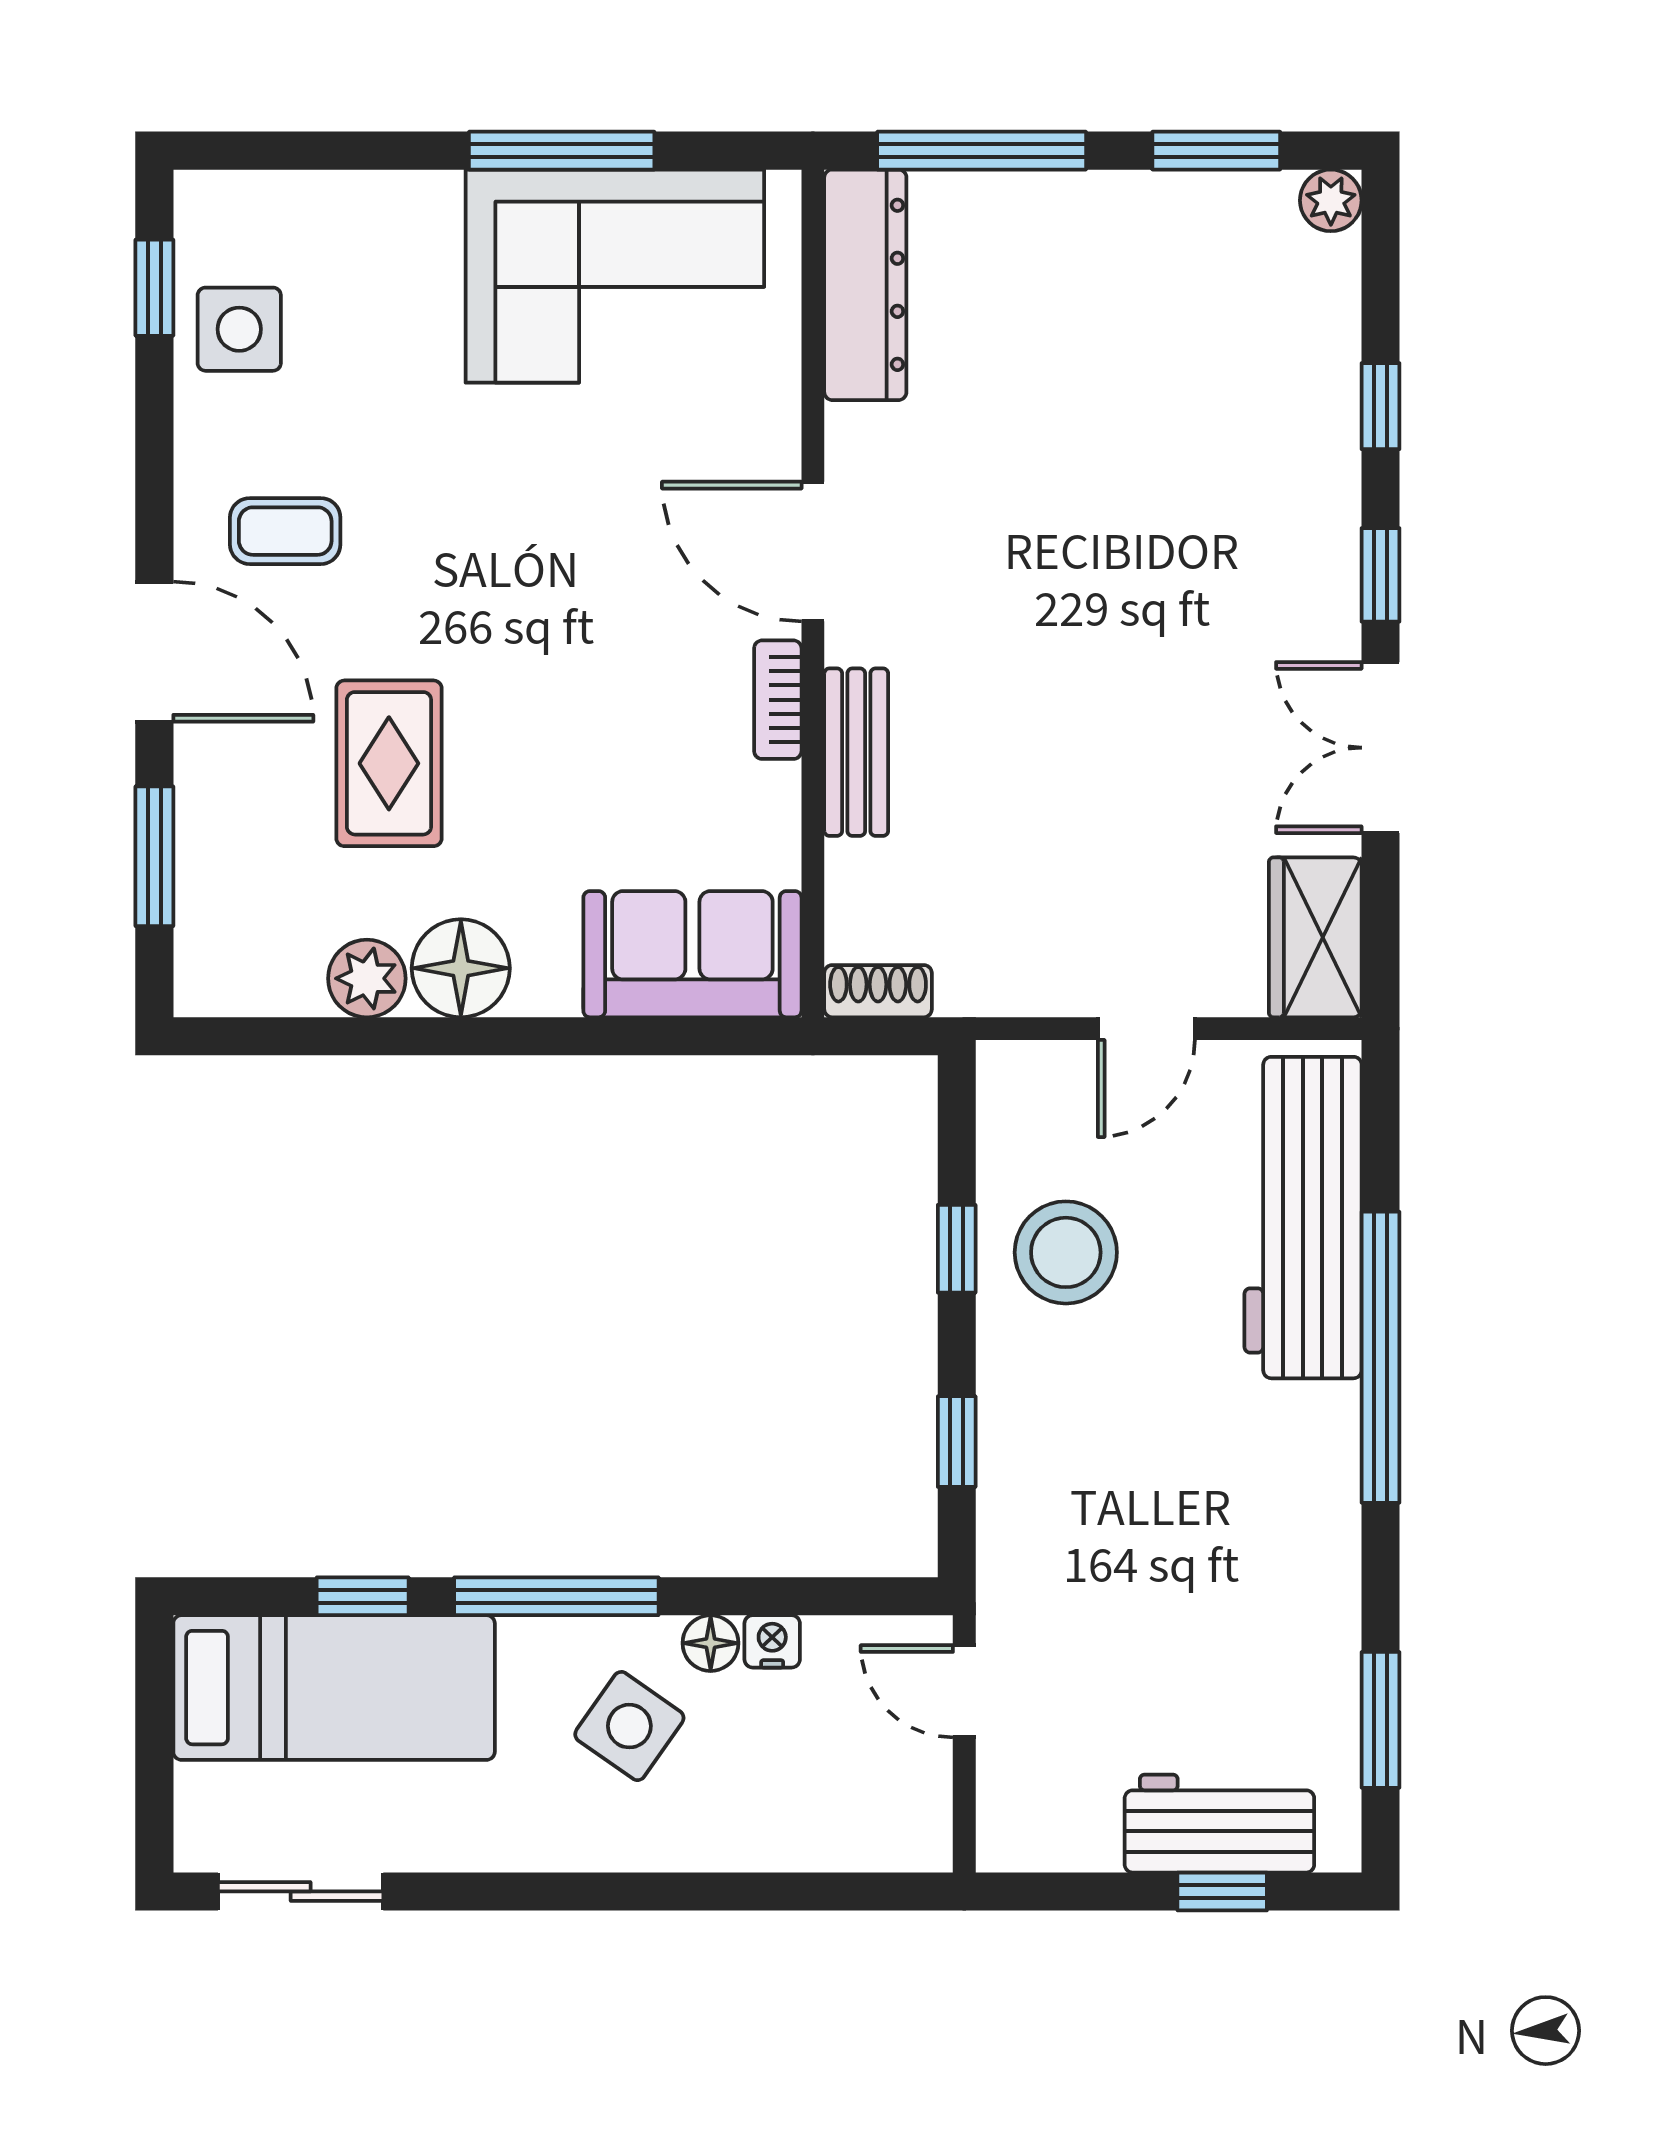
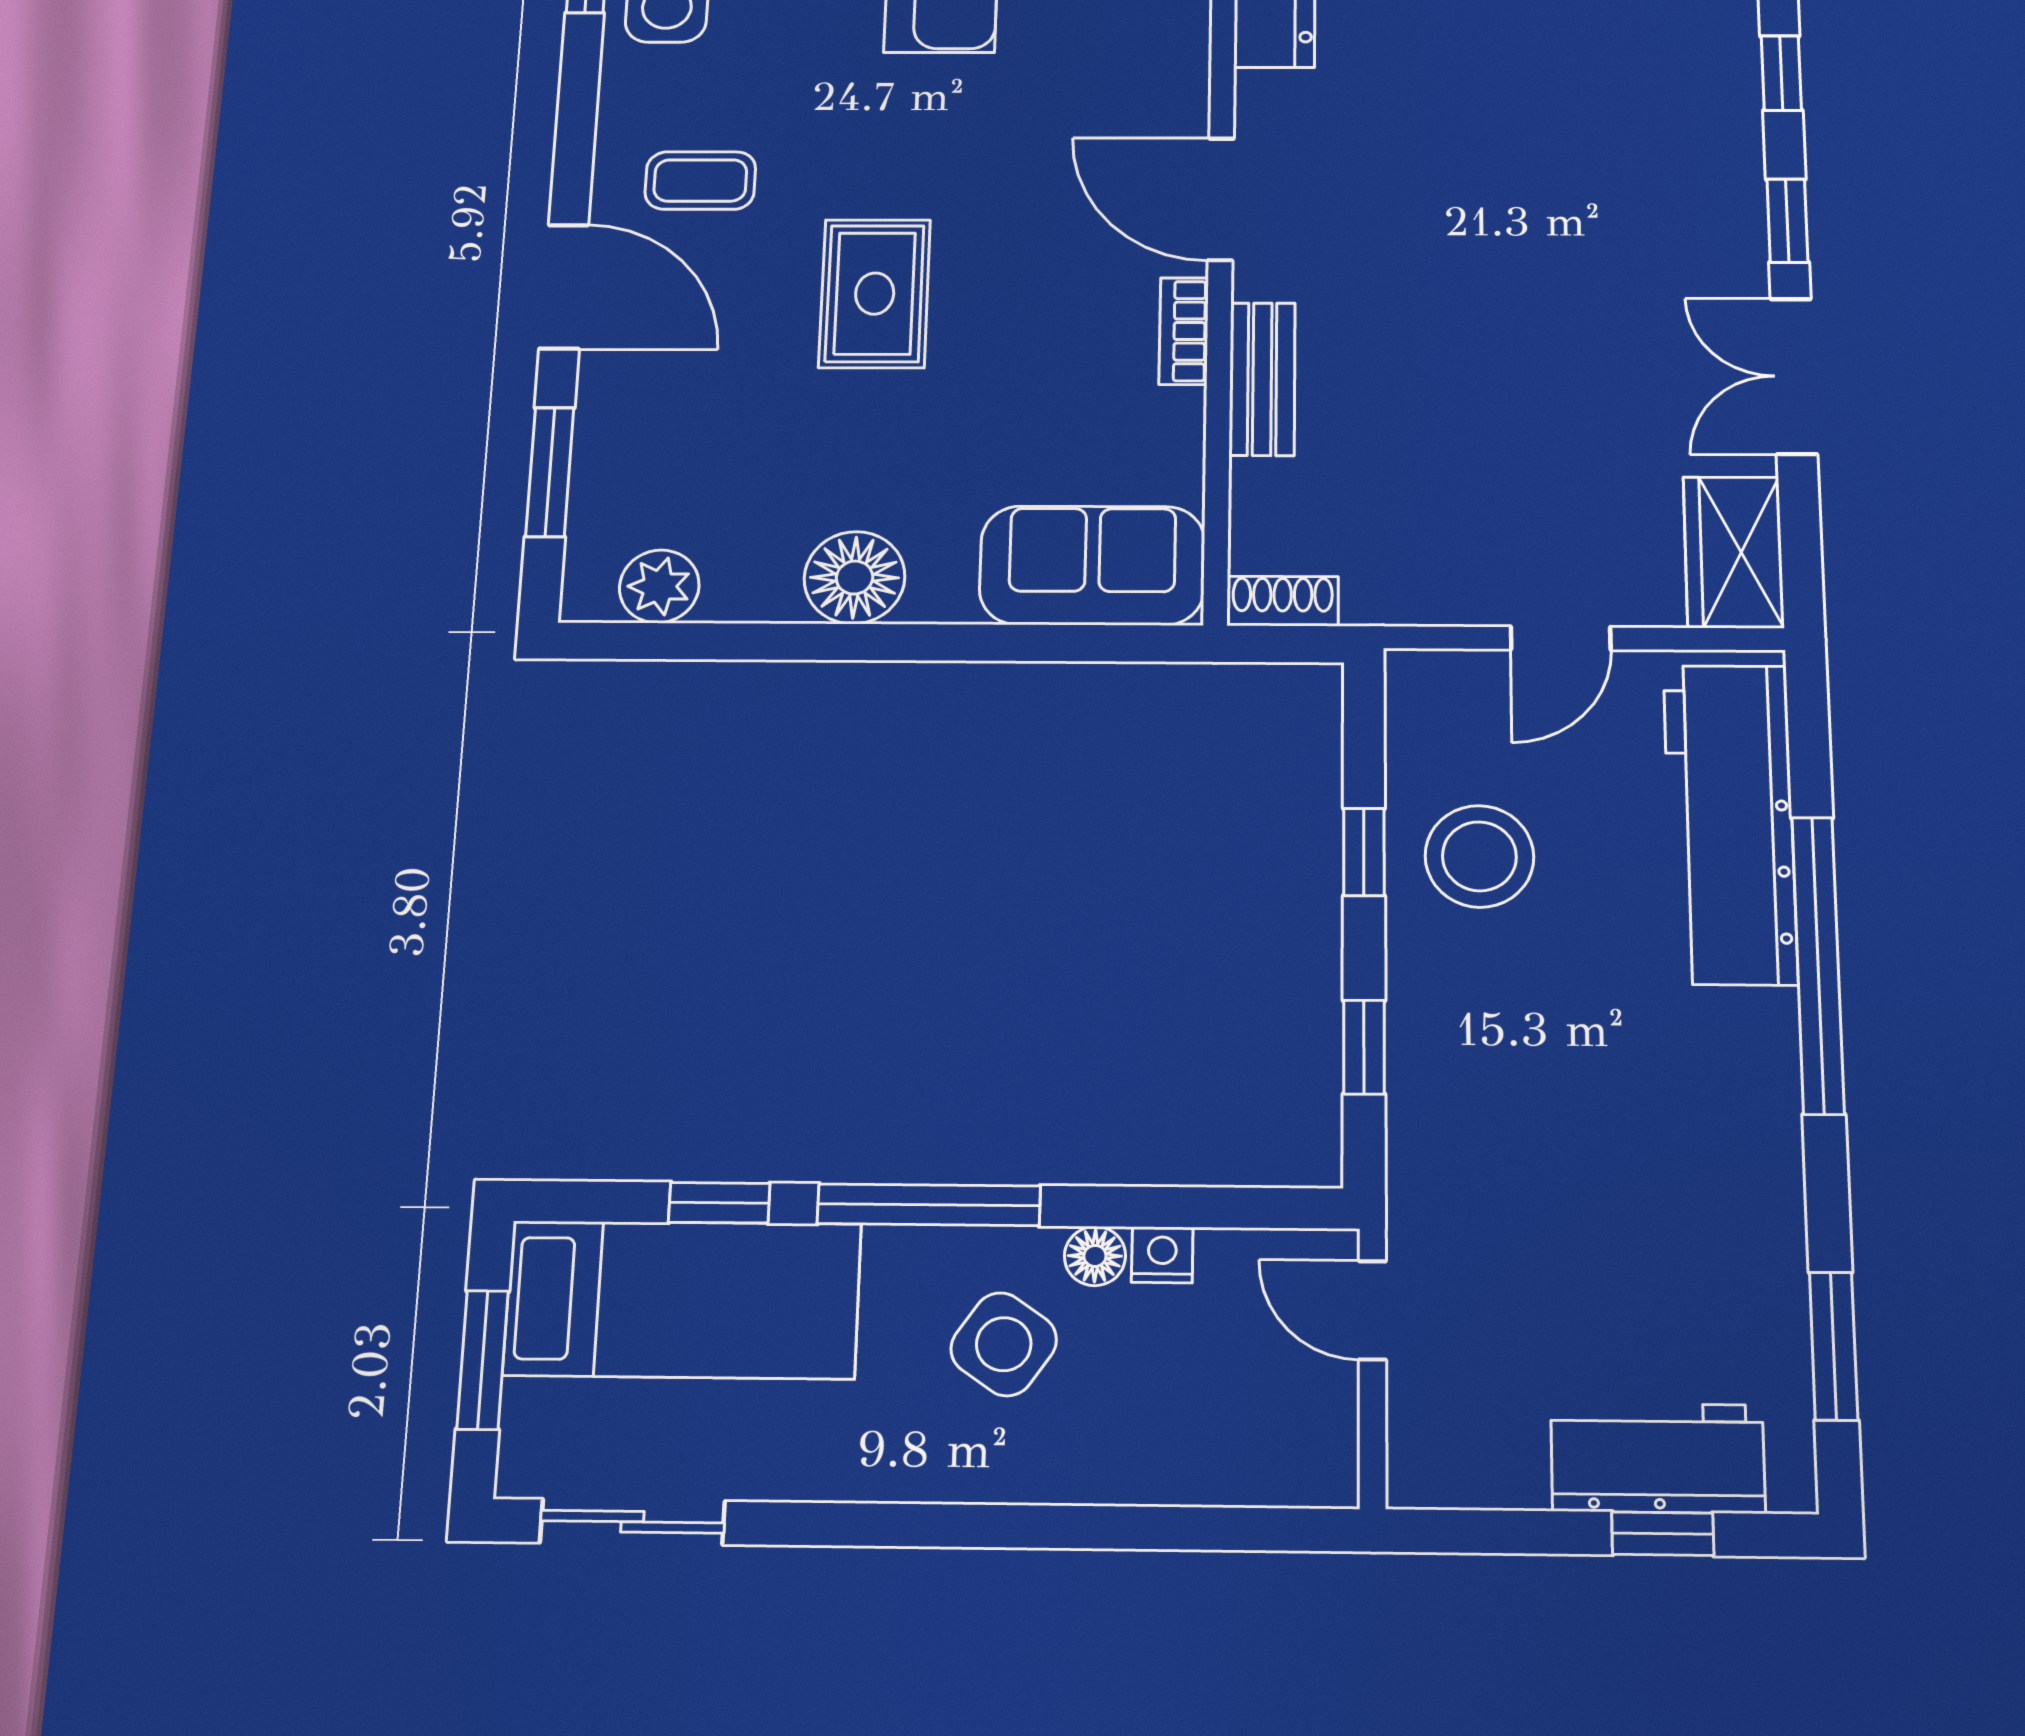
rug: (389, 763) -> (875, 294), moved
plant: (367, 978) -> (659, 586), moved
window: (154, 1745) -> (483, 1360), added

